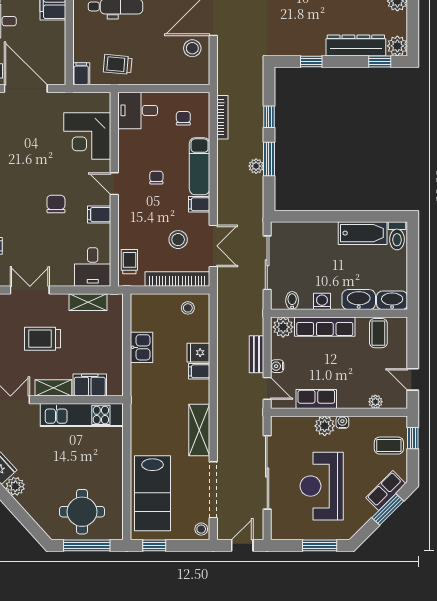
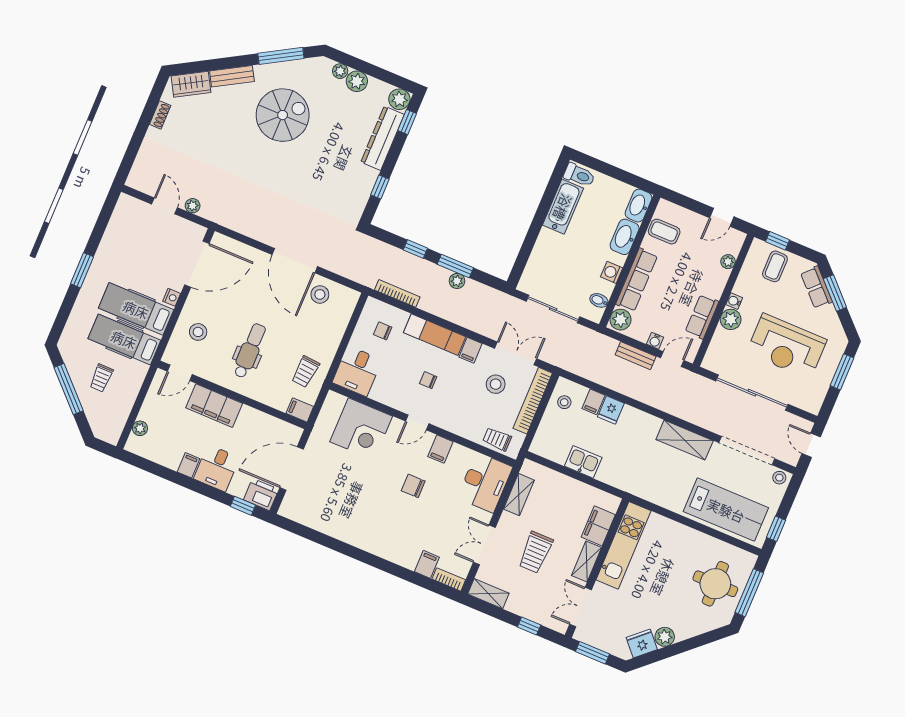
desk: (93, 267) -> (485, 482), width x1.37
filing cabinet: (199, 371) -> (593, 402), moved

